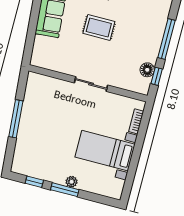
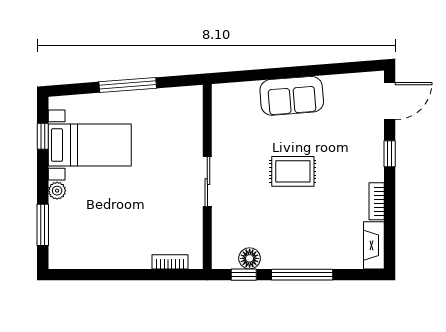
rug: (99, 27) -> (293, 171), turned 90
bed with nightstands: (105, 151) -> (90, 145), moved, turned 90
window: (65, 190) -> (43, 225), moved

